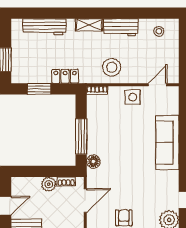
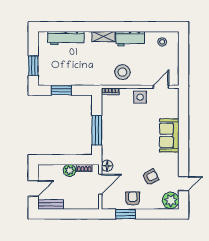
locker: (65, 76) -> (83, 80), removed
sofa: (167, 143) -> (169, 135), width x0.73
floor lamp: (93, 162) -> (107, 166), moved
armchair: (145, 192) -> (150, 177), added

